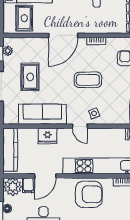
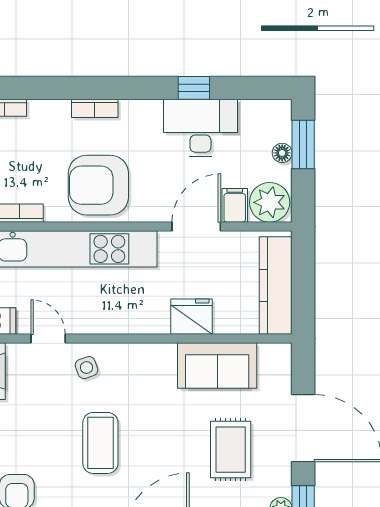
coffee table: (88, 80) -> (100, 443), turned 90
sofa: (42, 114) -> (217, 366), width x0.73
door: (80, 126) -> (48, 339), moved

